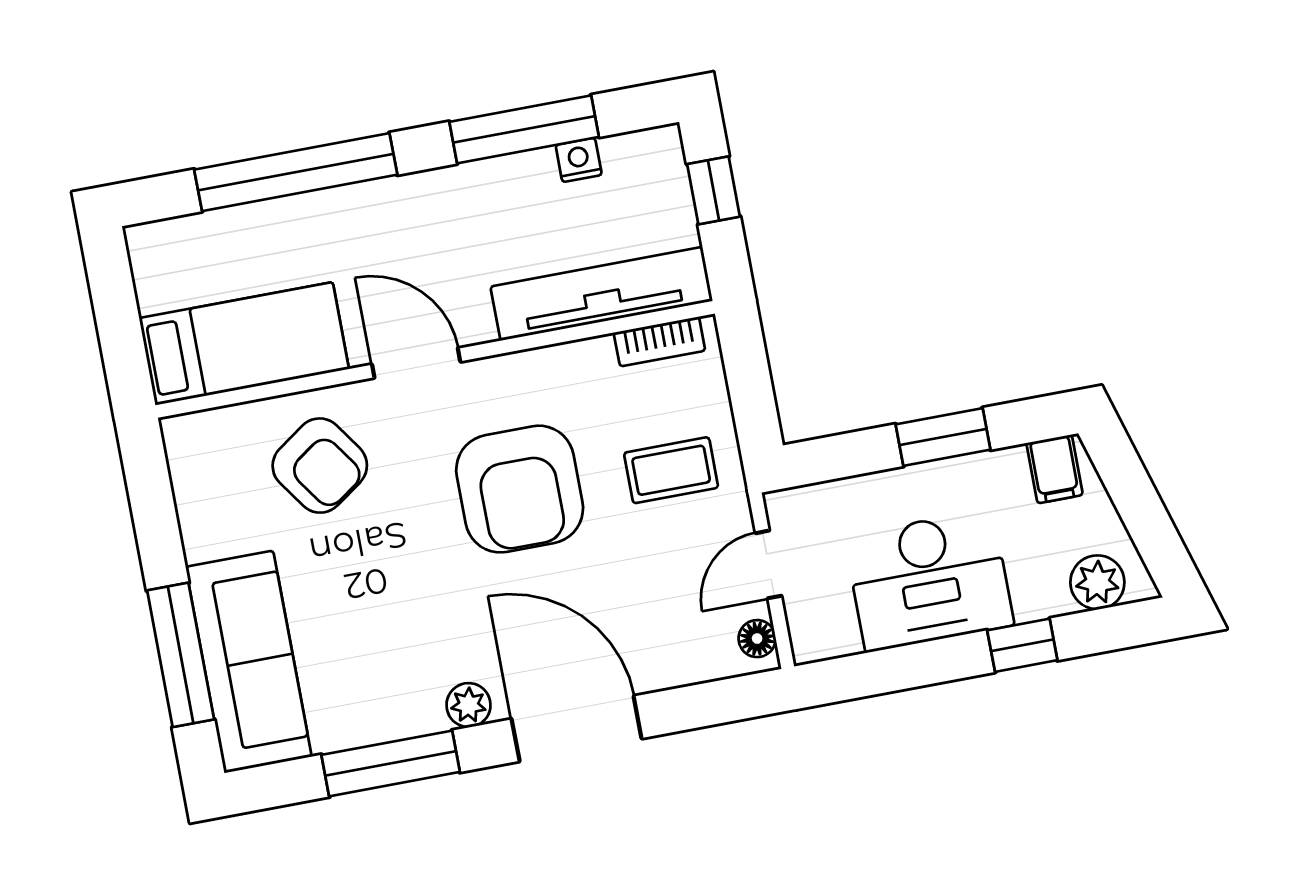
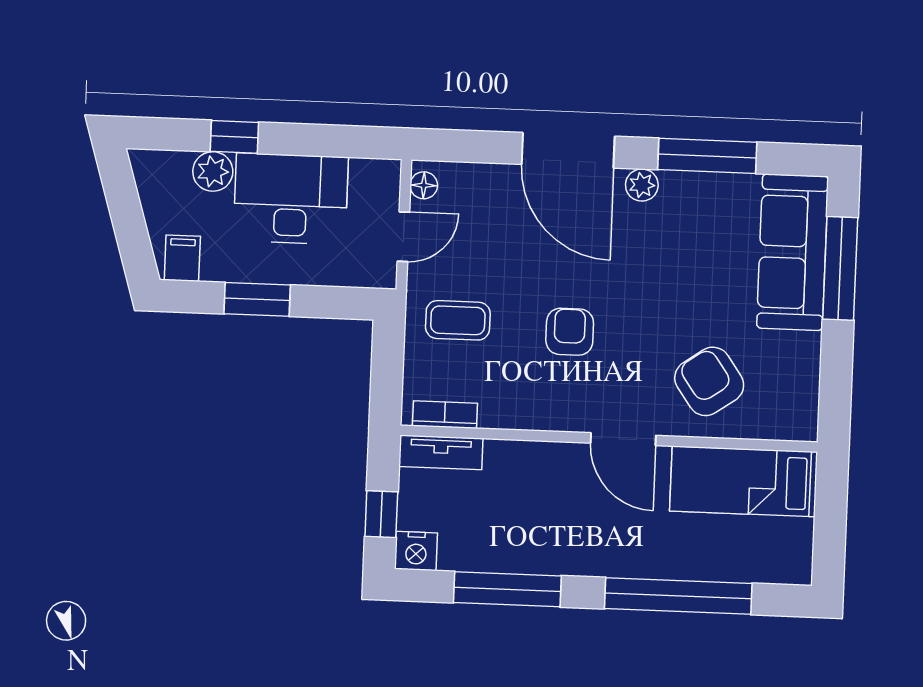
nightstand: (579, 160) -> (416, 551), moved, width x1.39, depth x1.35
tv unit: (602, 294) -> (441, 452), width x0.52, depth x0.78
armchair: (520, 489) -> (570, 332), width x0.53, depth x0.53
plant: (1097, 582) -> (213, 171), moved

